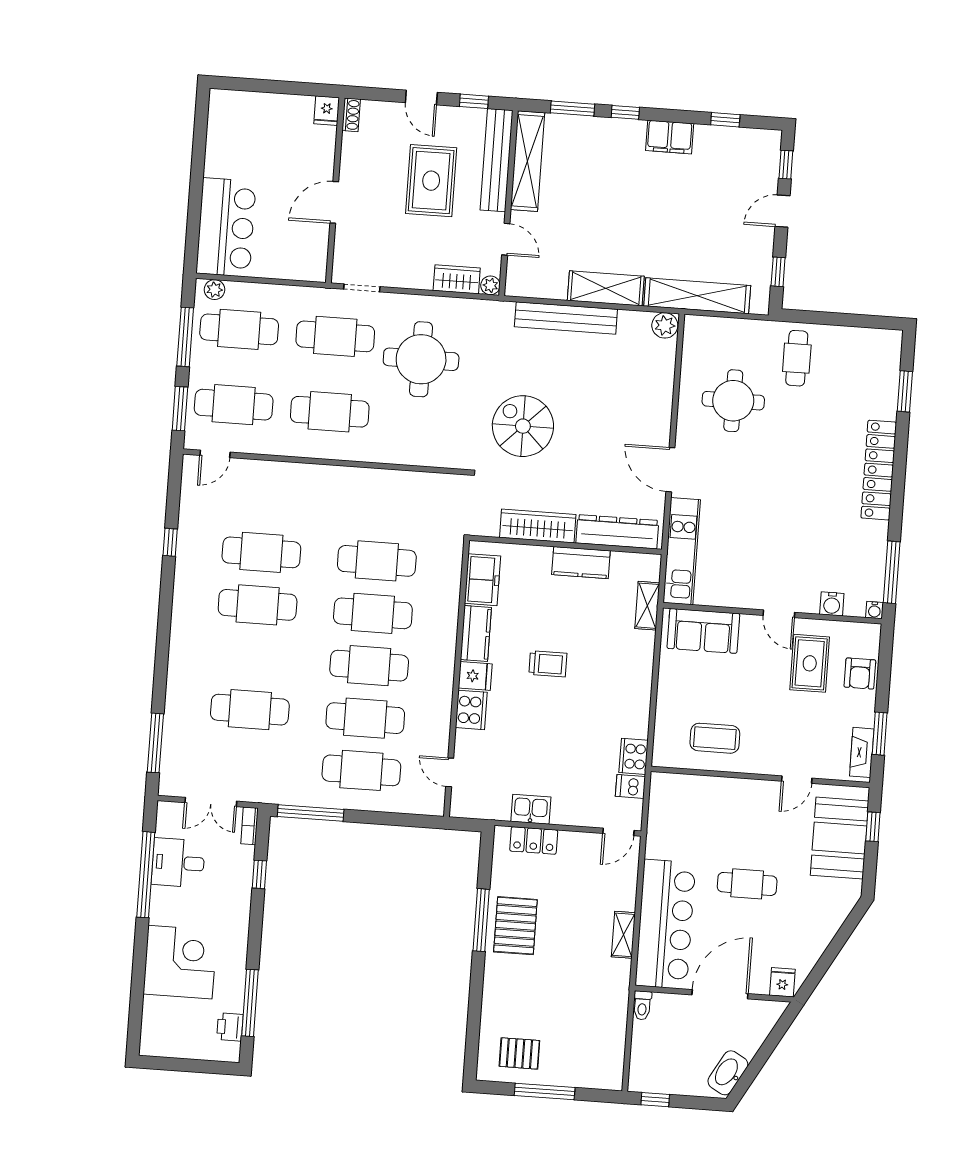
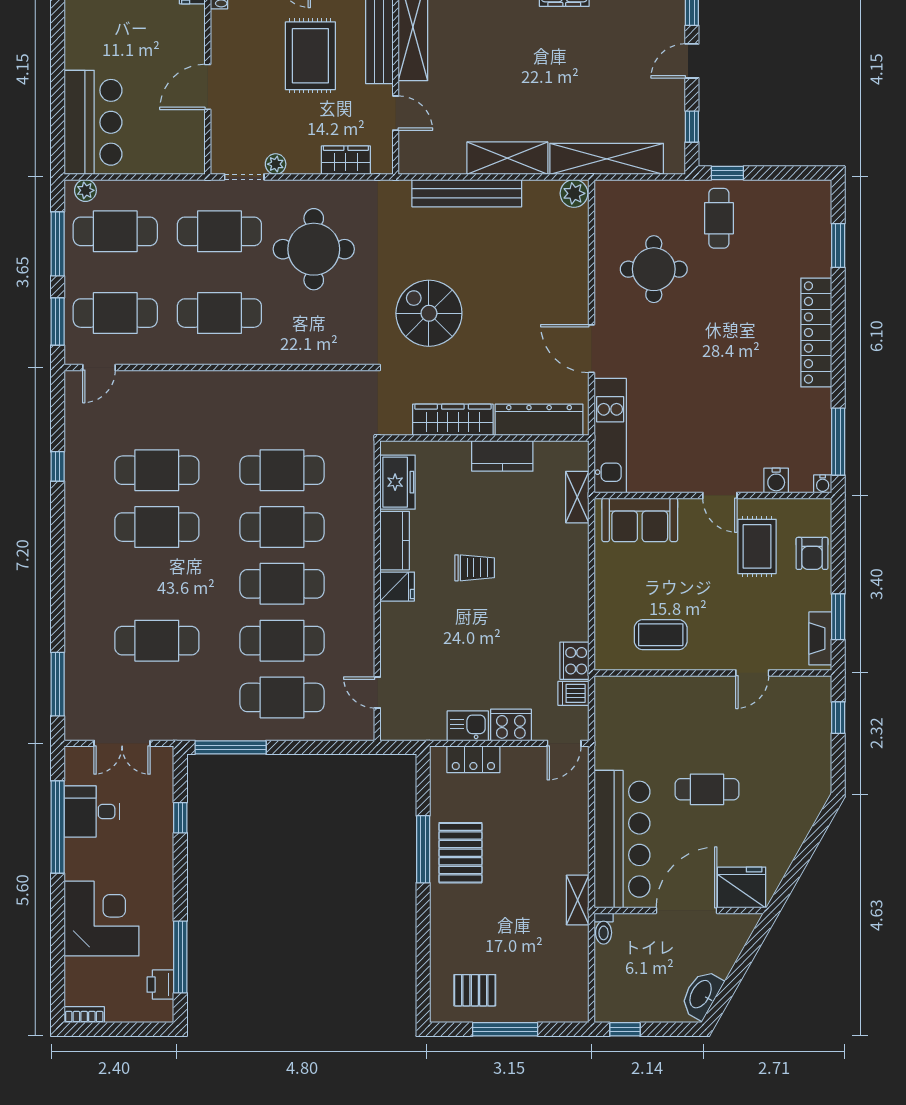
plant: (490, 285) -> (276, 164), moved
window: (808, 317) -> (727, 173), added
cooker: (471, 710) -> (511, 725), moved, turned -90
bookcase: (250, 826) -> (84, 1015), moved, turned 90
booth: (840, 838) -> (803, 732), removed
shelving: (623, 935) -> (578, 900), moved
fridge: (782, 982) -> (742, 887), width x1.88, depth x1.34

